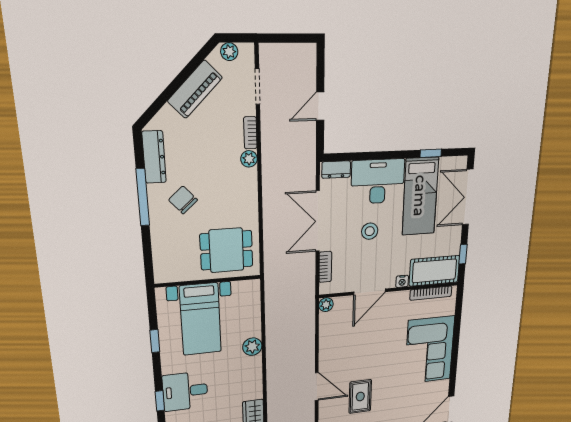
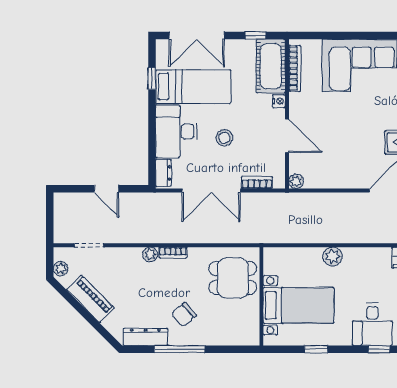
bookcase: (250, 133) -> (173, 253), moved
dining table: (226, 250) -> (233, 278), turned 90

